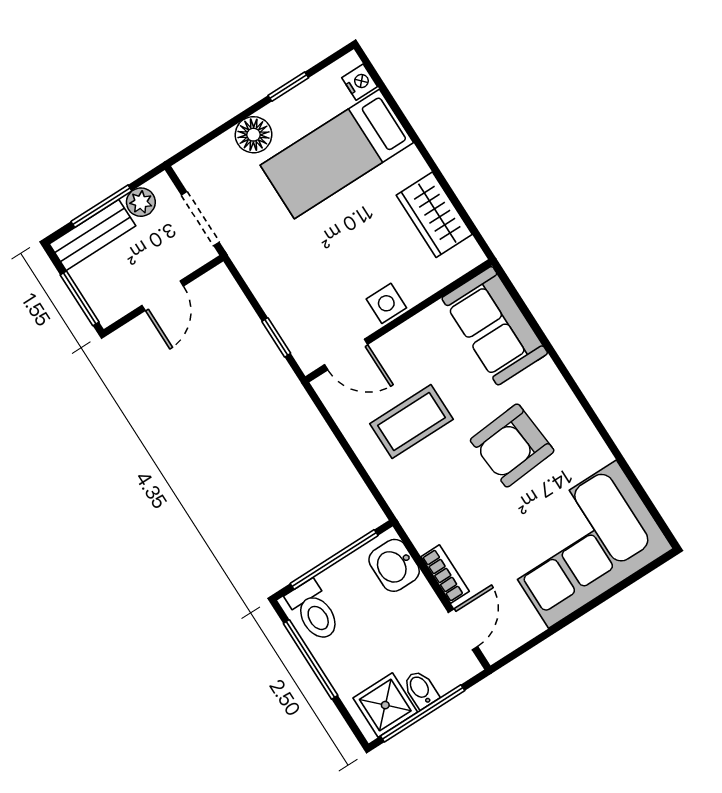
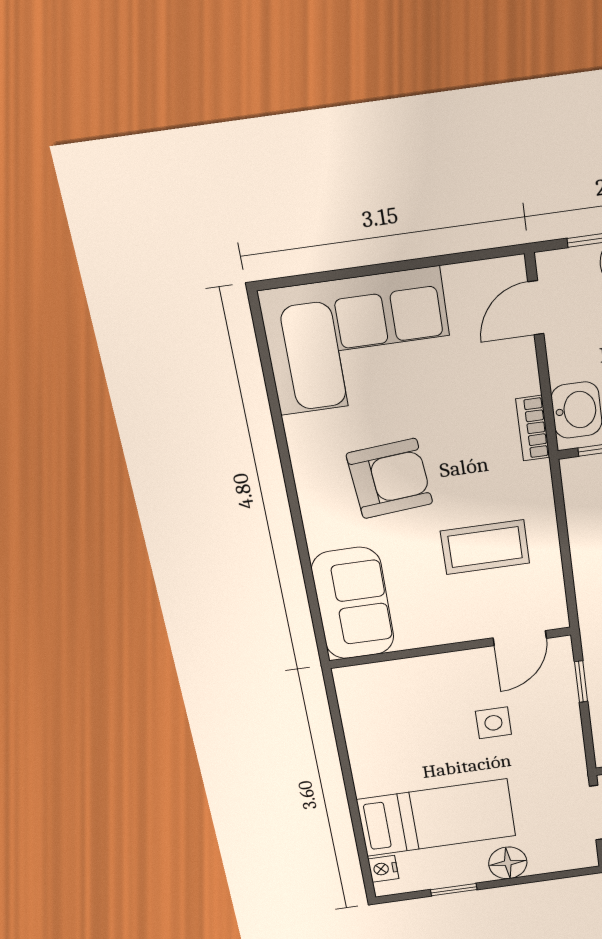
wardrobe: (434, 215) -> (366, 729), removed
side table: (386, 303) -> (493, 723), moved
door: (346, 354) -> (520, 638), swing flipped
bookcase: (445, 574) -> (533, 428), moved

